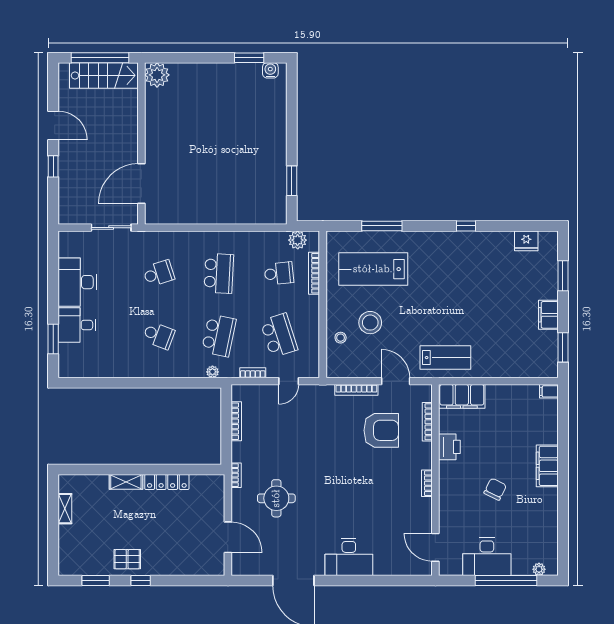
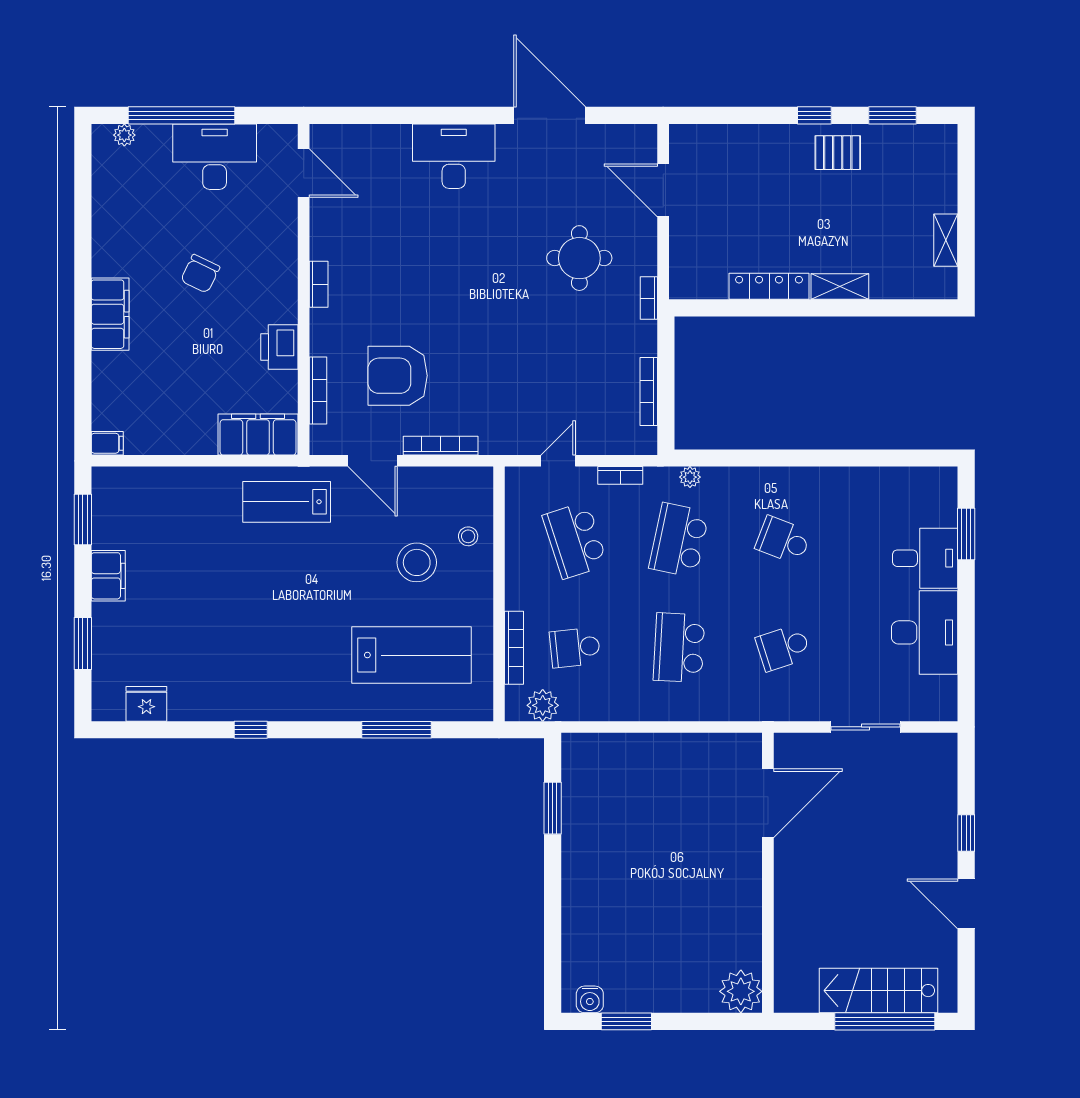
plant: (157, 75) -> (741, 991), moved
wall: (141, 143) -> (768, 873), moved
door: (141, 184) -> (768, 803), moved

